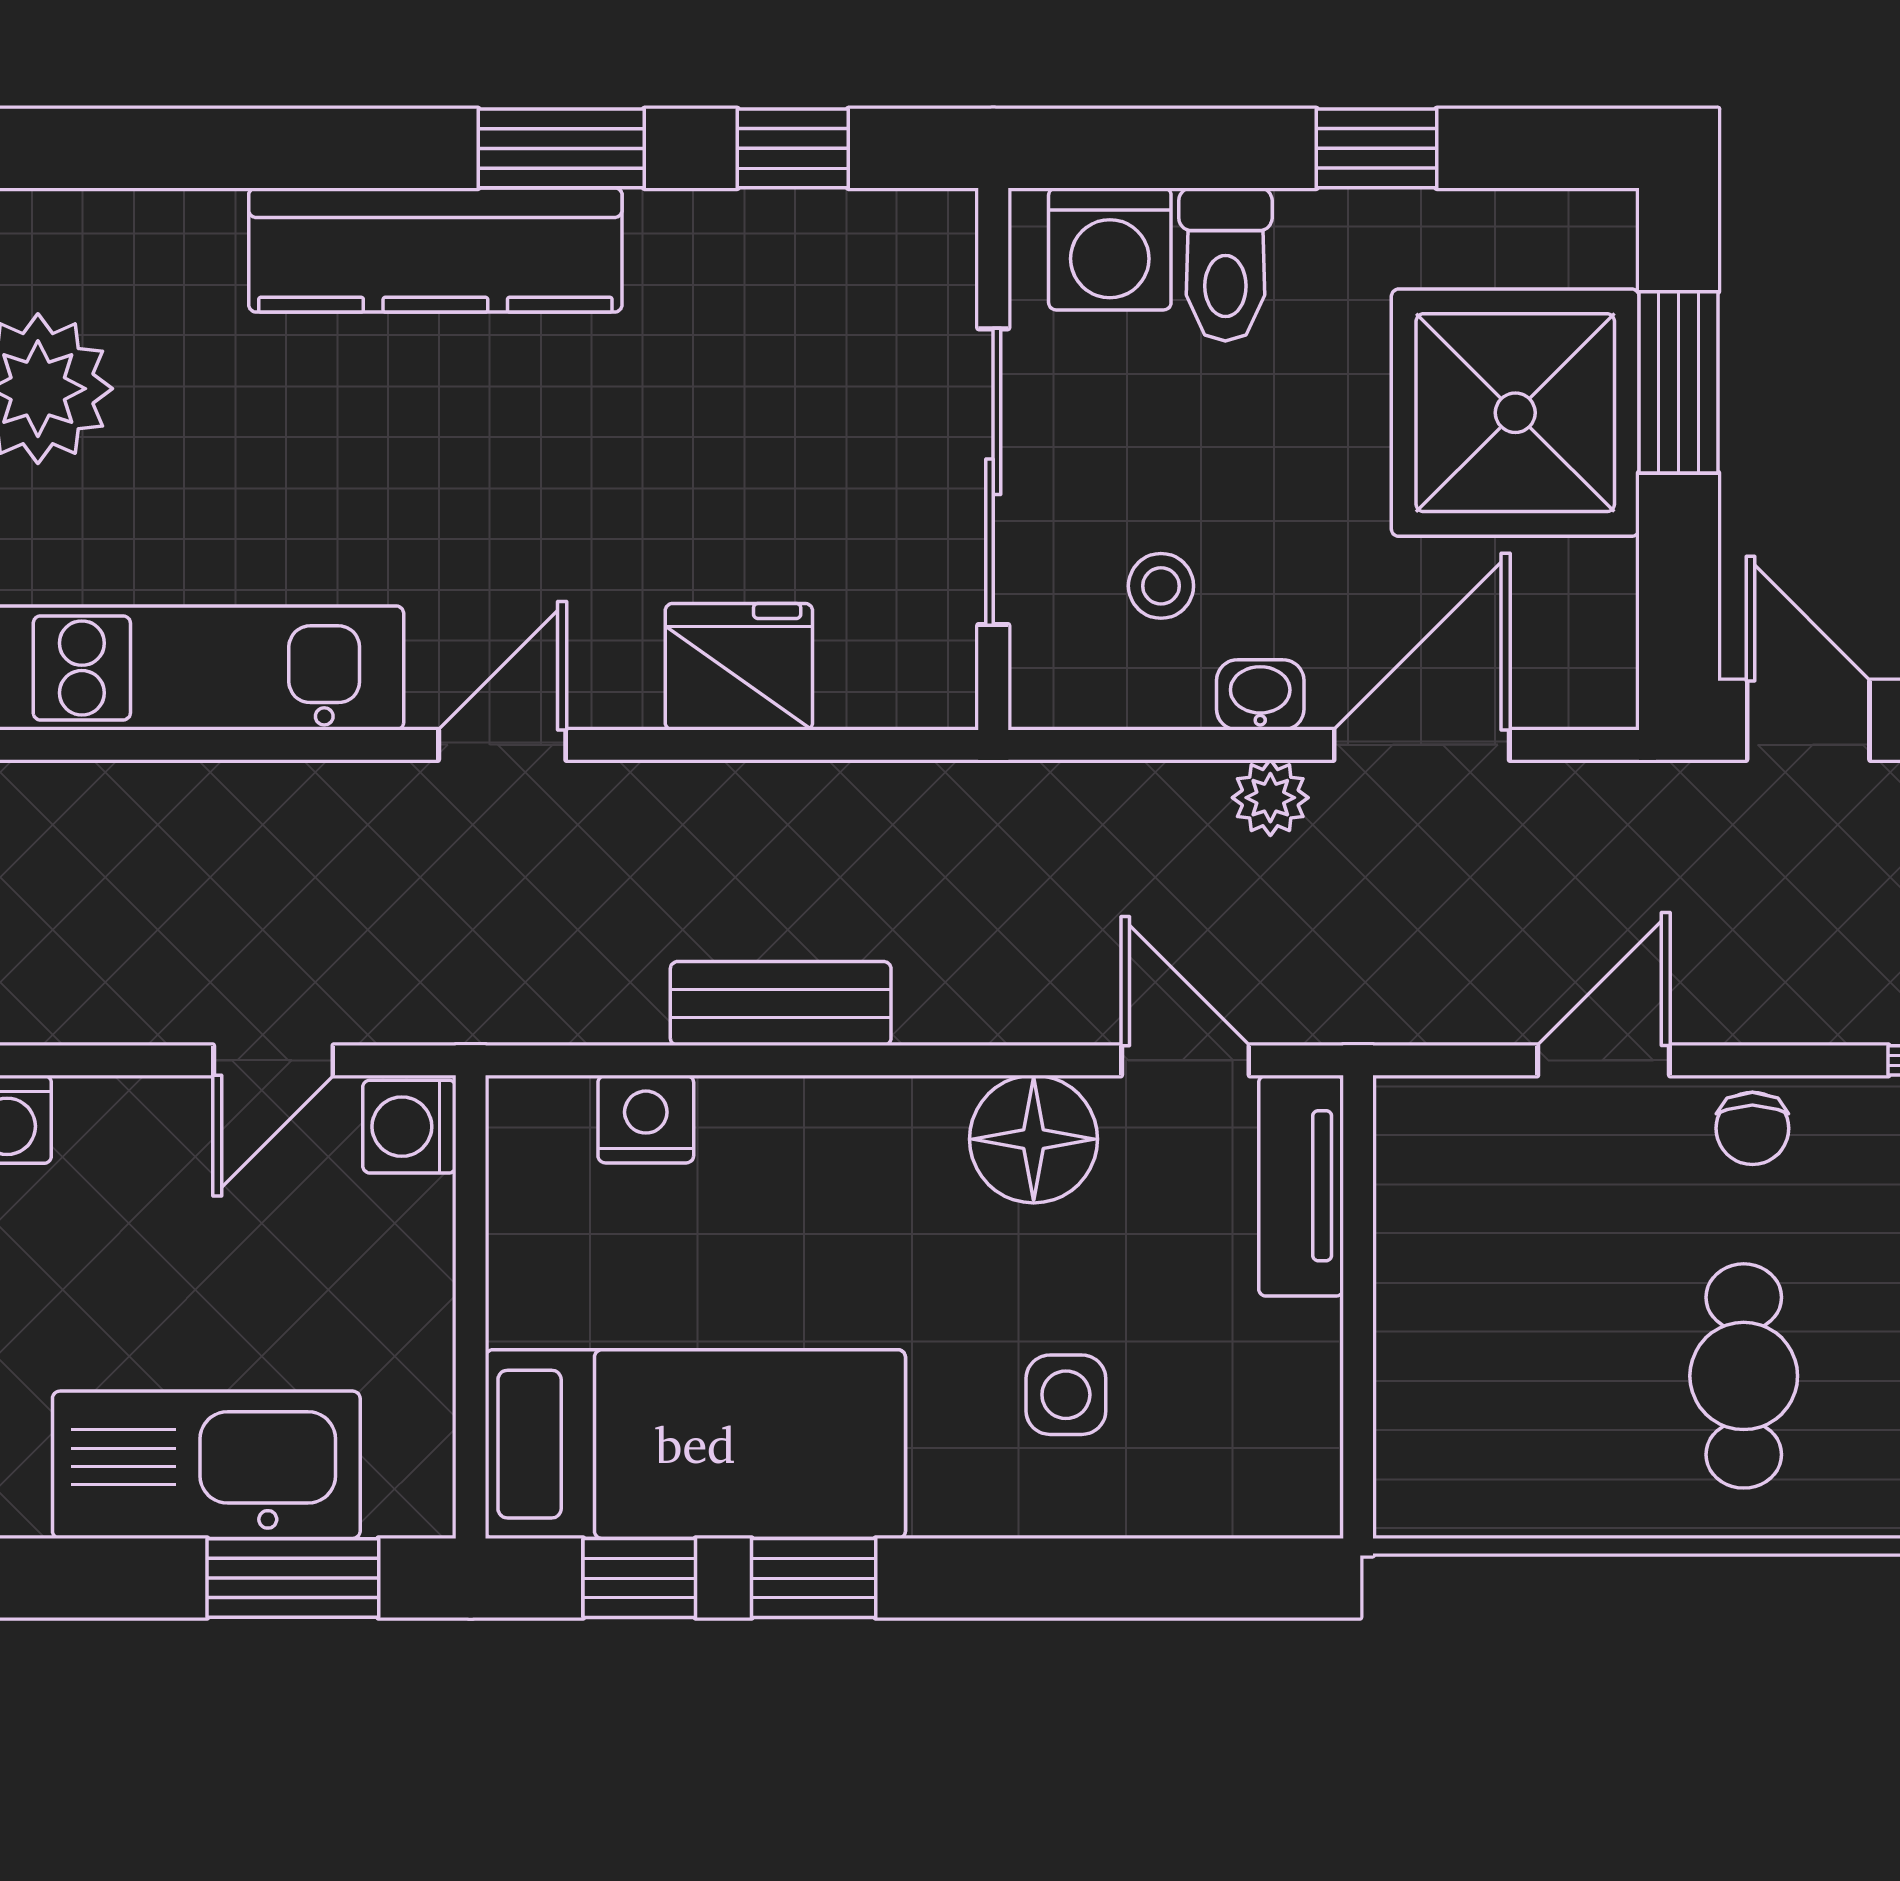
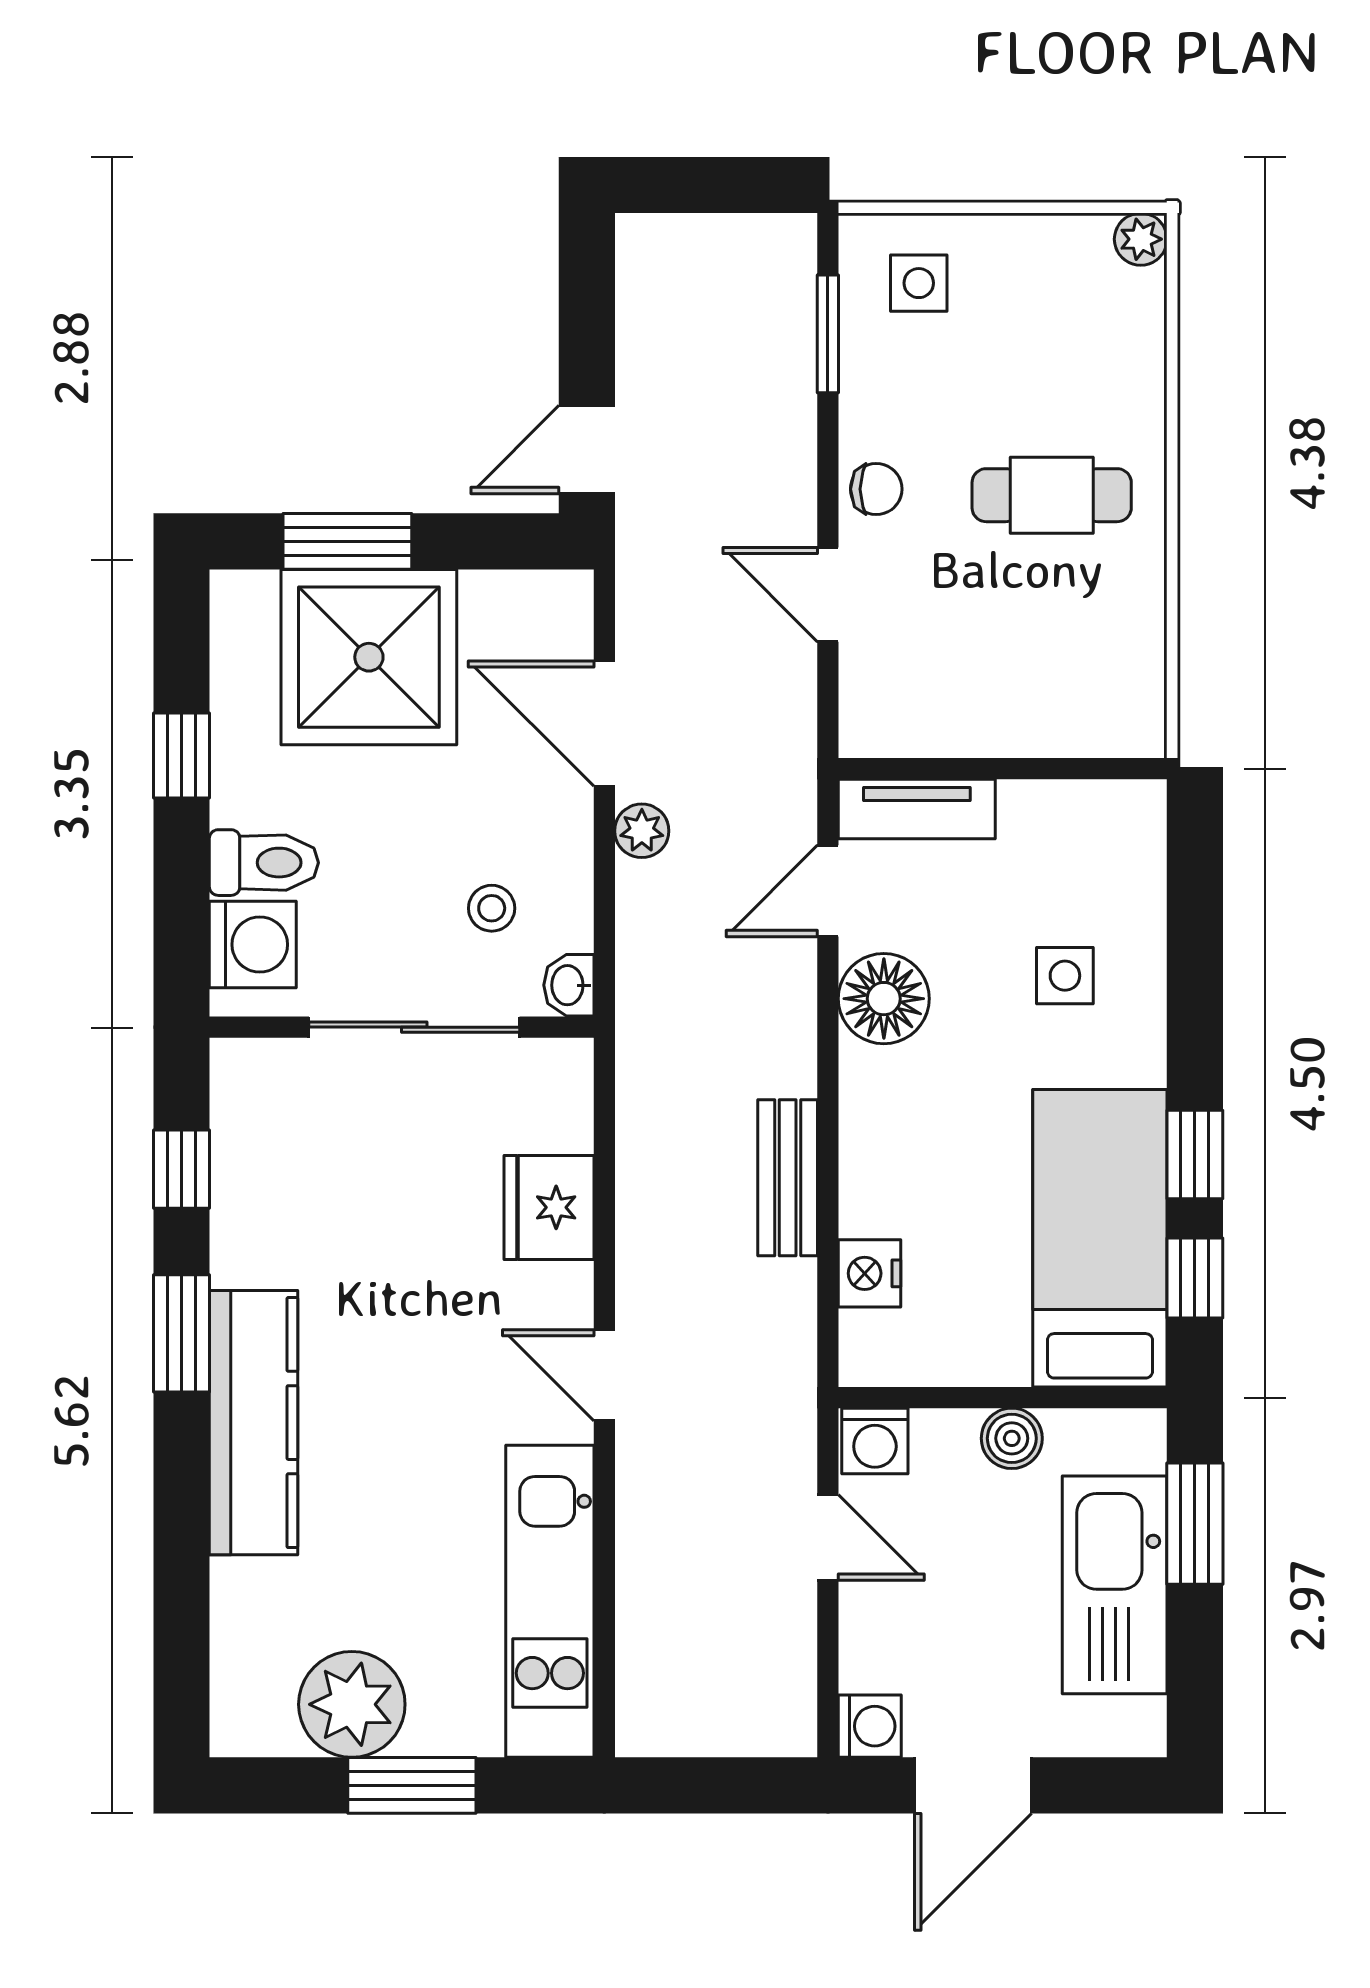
washbasin: (1260, 695) -> (569, 985), moved
boiler: (413, 1320) -> (1012, 1438), added

